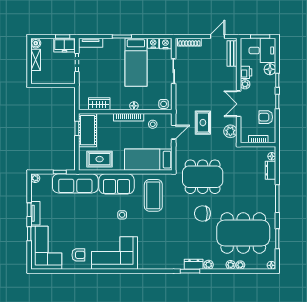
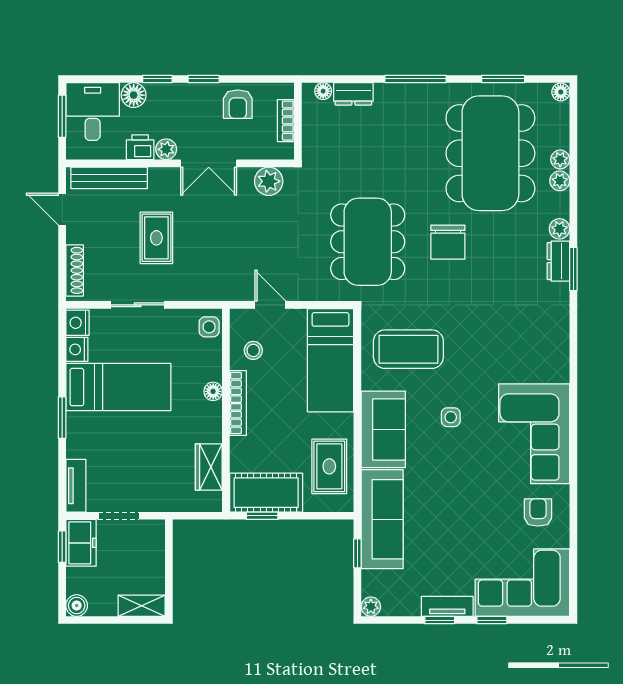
bench: (232, 53) -> (109, 178), width x1.36
shelving: (36, 60) -> (142, 606), moved
rug: (203, 123) -> (156, 238), moved, turned 90

